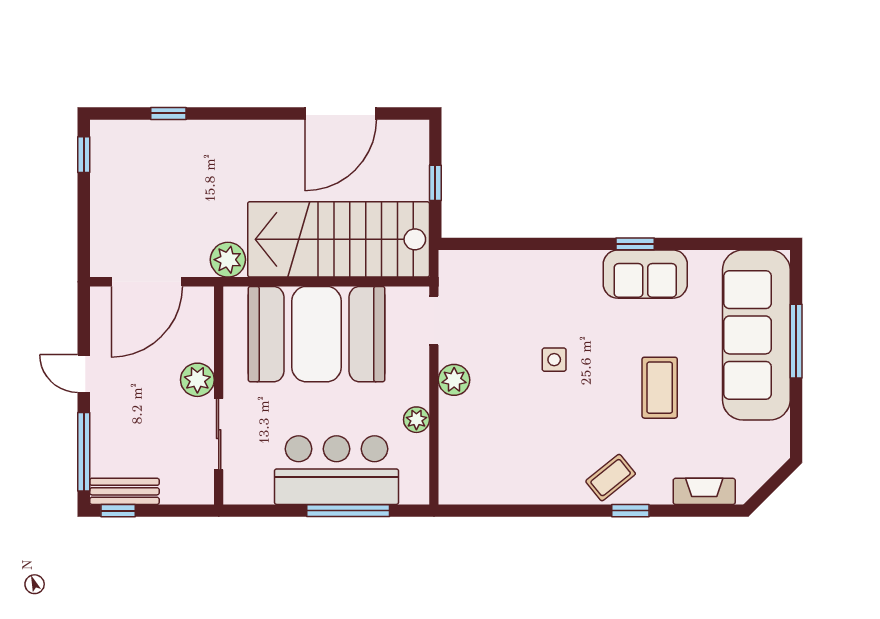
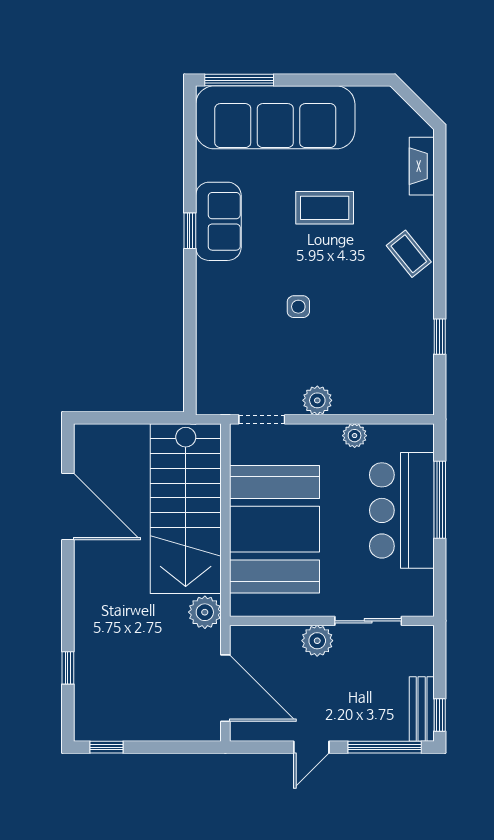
window: (435, 183) -> (133, 418), removed
window: (796, 341) -> (239, 80), moved
window: (630, 511) -> (440, 337), moved

